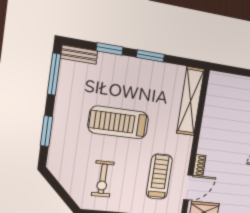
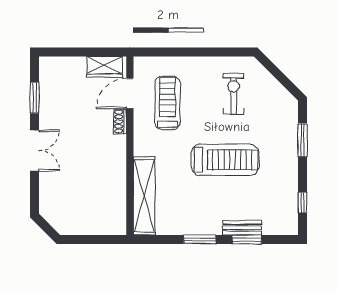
bench: (79, 55) -> (242, 228), moved
window: (54, 74) -> (302, 203), width x0.46
treadmill: (159, 177) -> (167, 103), turned 180

